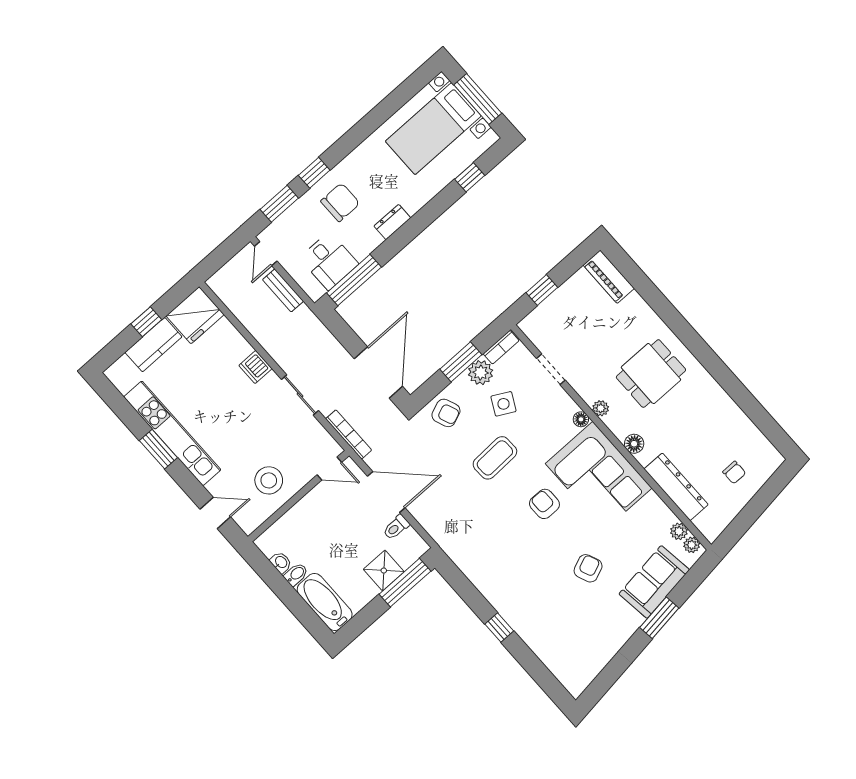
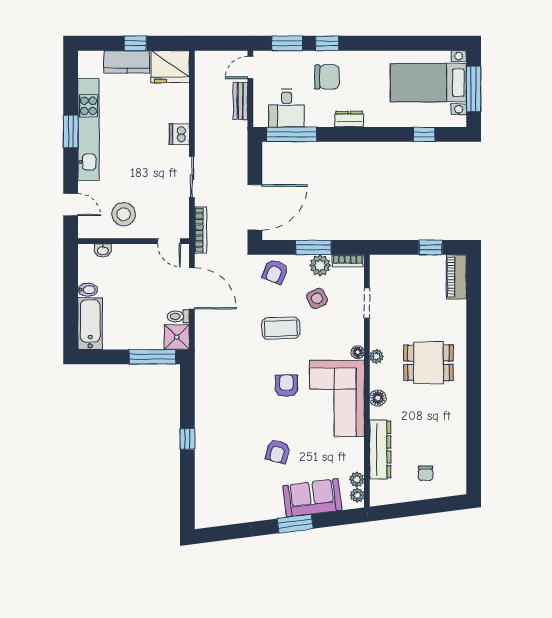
window: (542, 290) -> (430, 247), moved
side table: (503, 404) -> (317, 298), turned 38
armchair: (446, 413) -> (275, 272), turned 45
washbasin: (281, 562) -> (103, 250), moved, turned 90
armchair: (588, 568) -> (278, 452), turned 127
shower: (384, 571) -> (177, 337), moved

